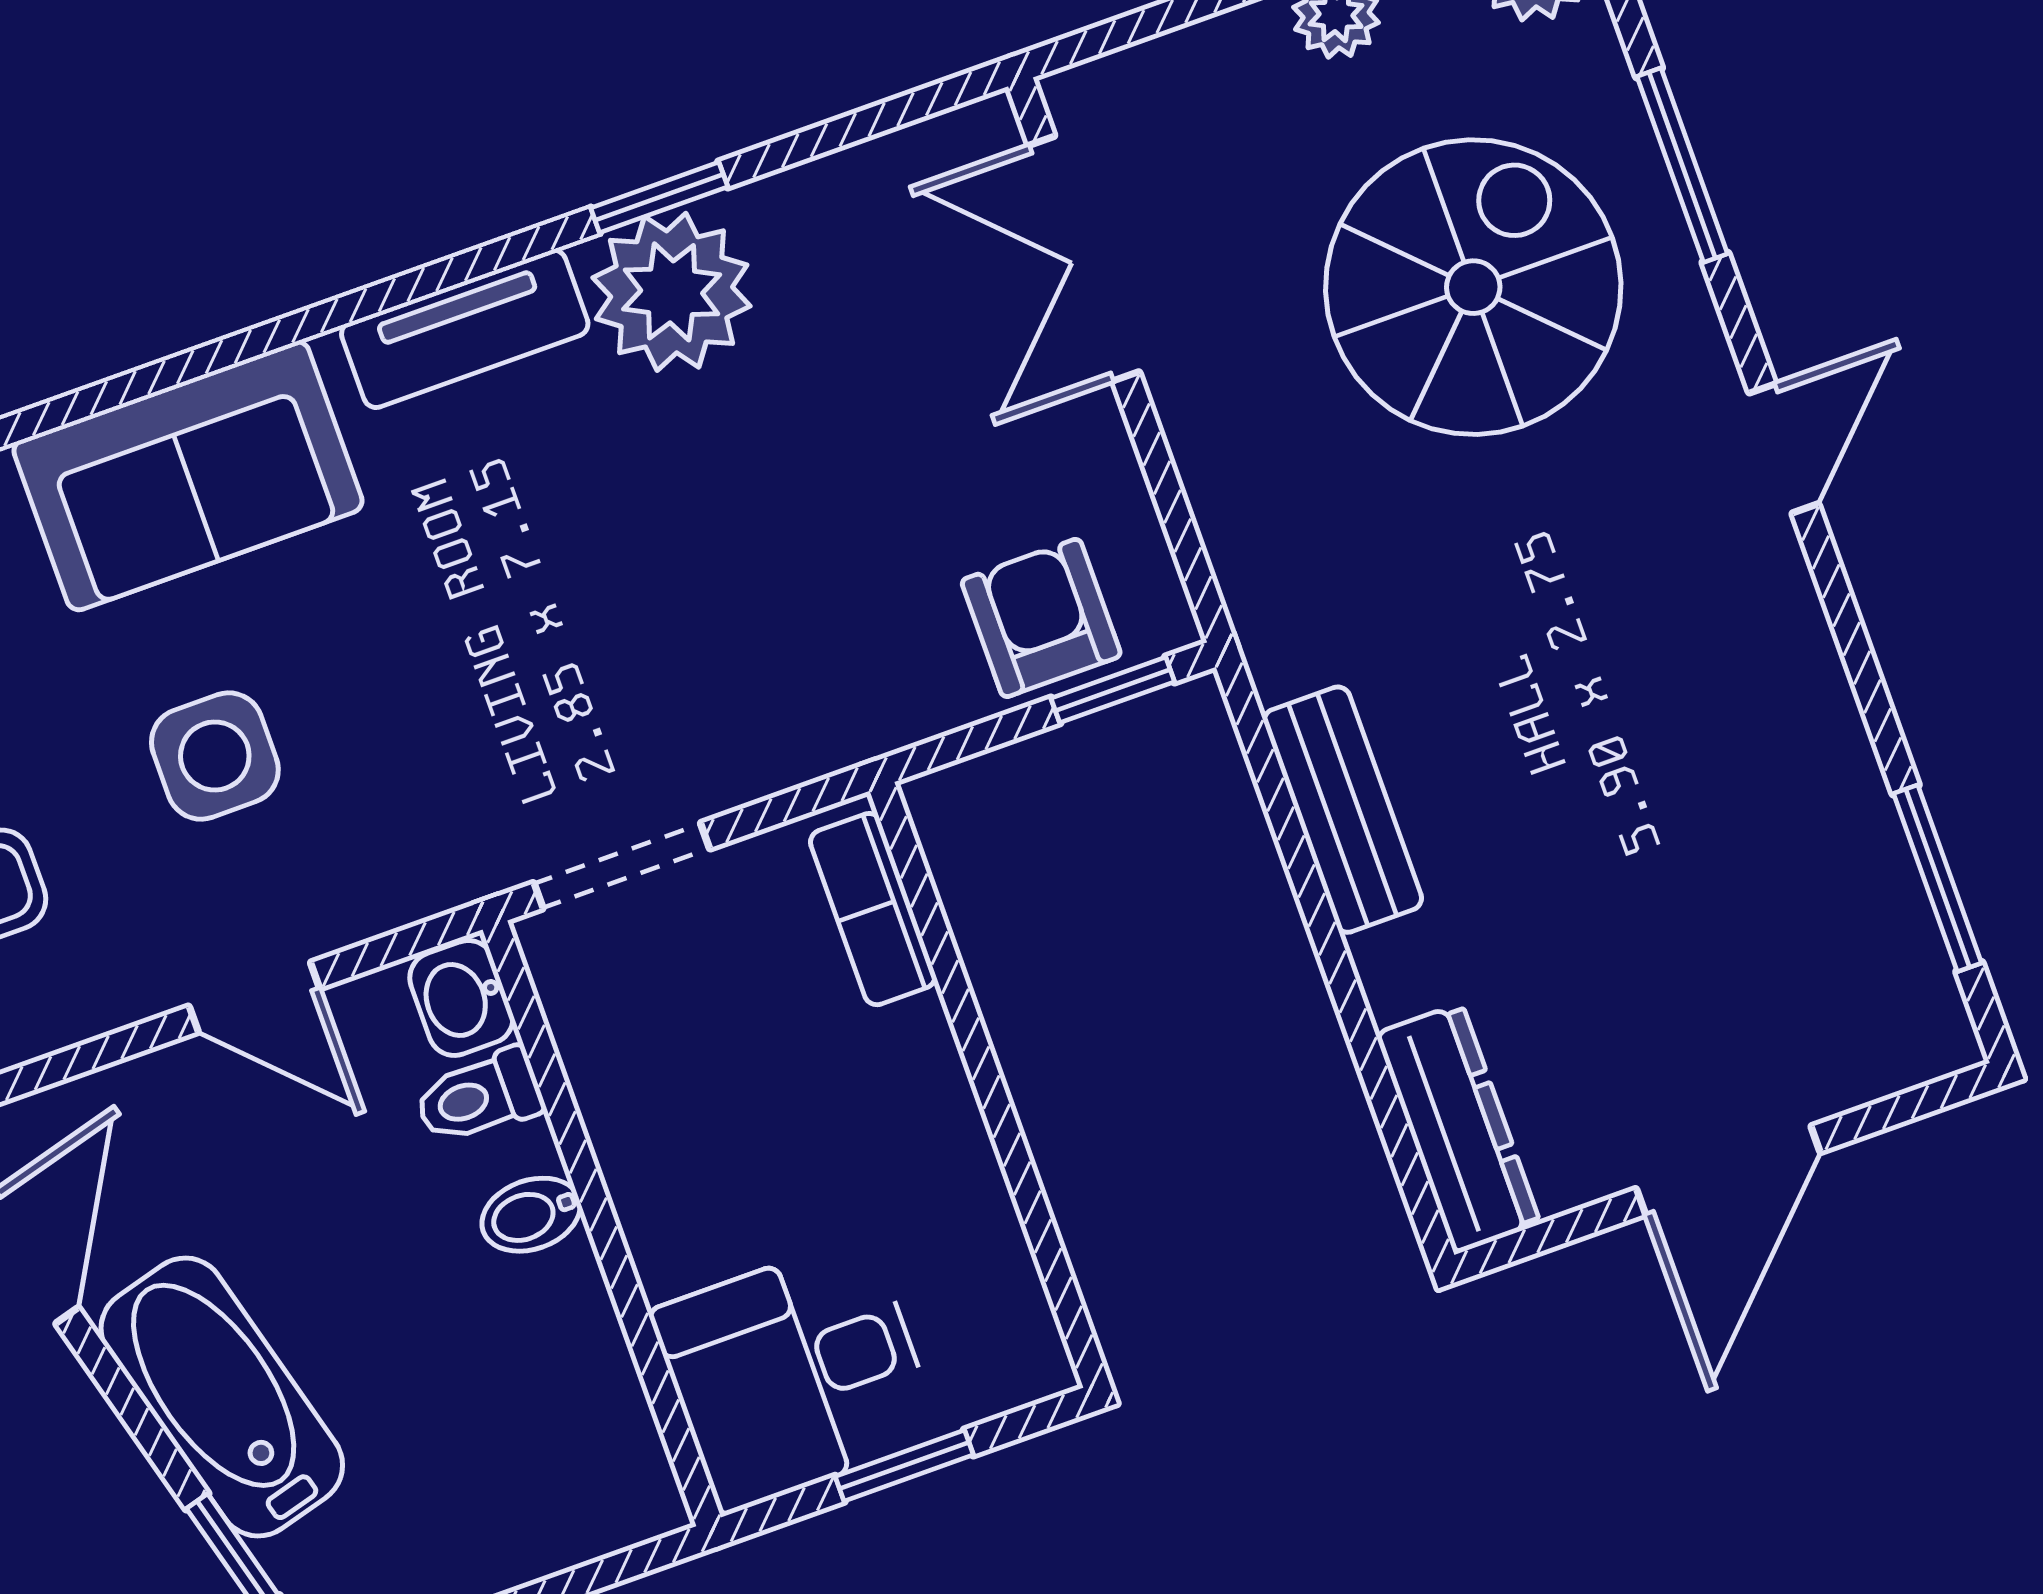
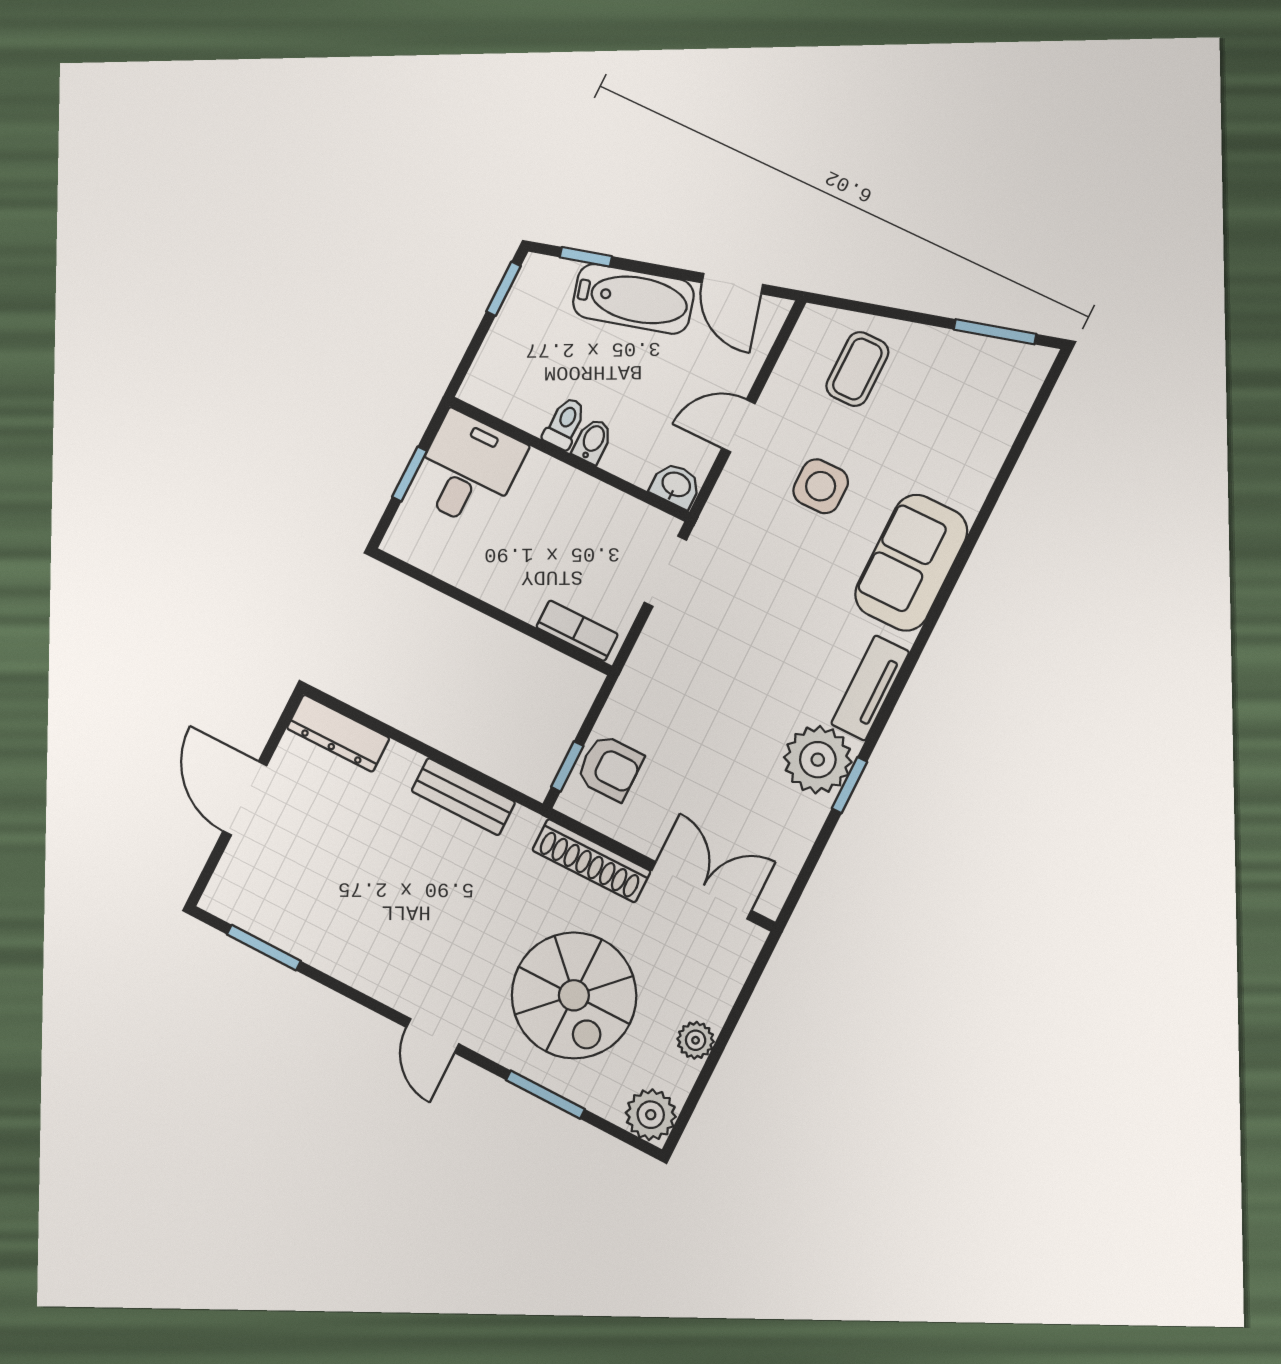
shoe rack: (1225, 489) -> (591, 861), added
toilet: (479, 1096) -> (565, 423), moved

